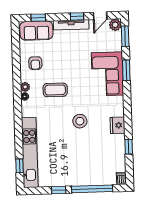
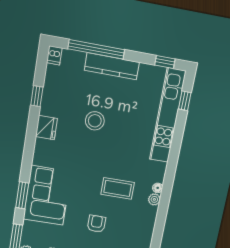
armchair: (35, 63) -> (96, 224), moved
stool: (80, 121) -> (95, 121), moved
kitchen counter: (79, 179) -> (112, 66), added
window: (59, 190) -> (165, 62), moved

